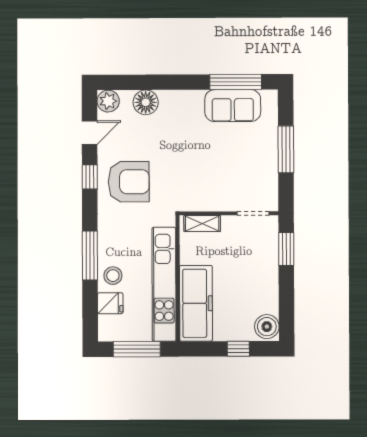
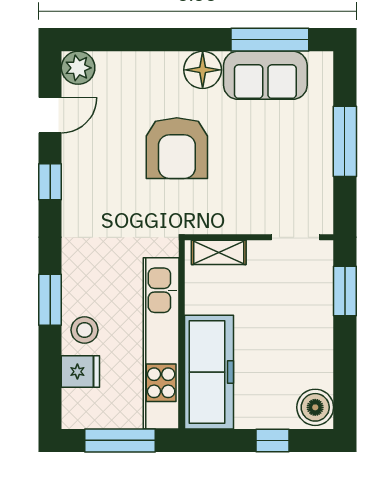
floor lamp: (146, 102) -> (203, 70), moved
armchair: (129, 182) -> (177, 148), moved, turned 90
window: (90, 255) -> (50, 300), width x0.69

